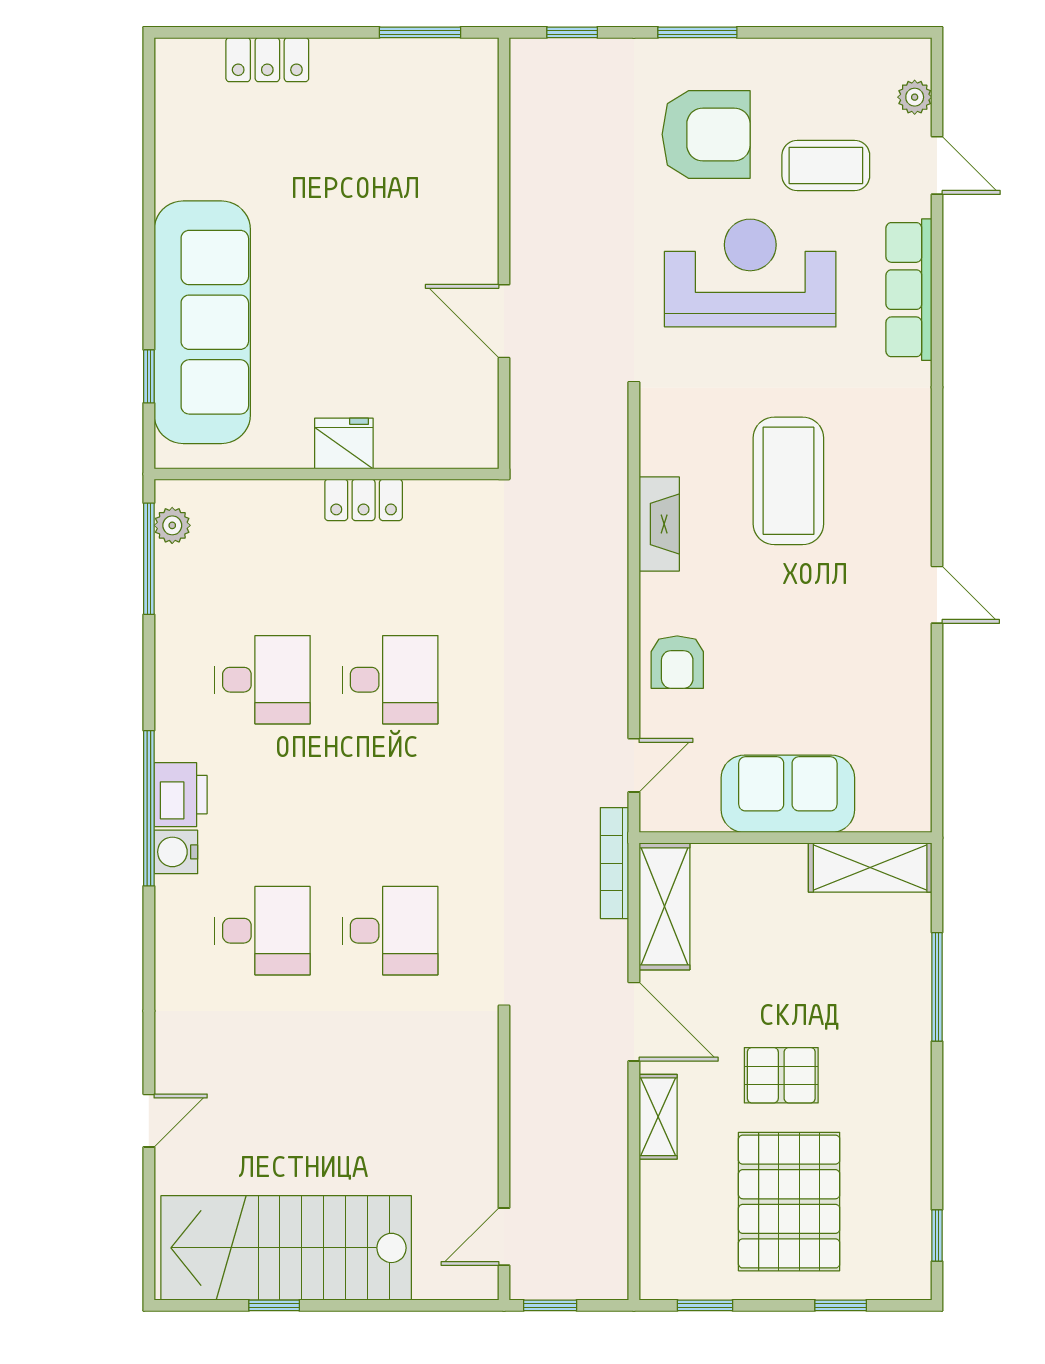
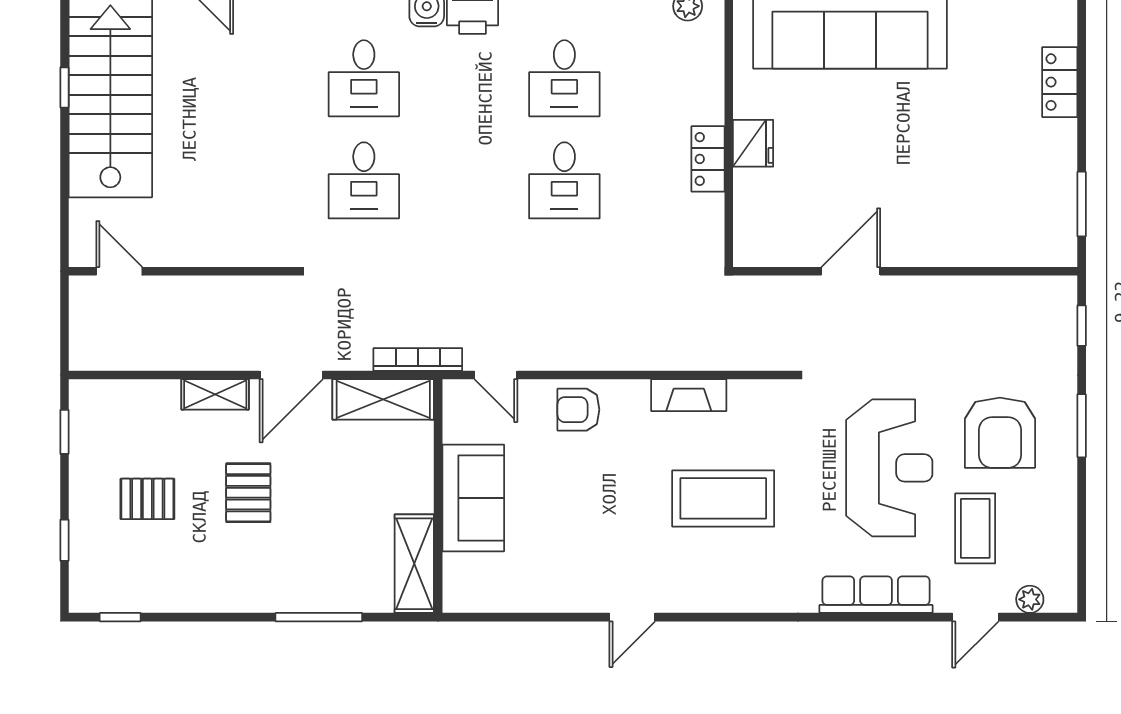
pallet: (789, 1202) -> (147, 499), width x0.49, depth x0.50
window: (550, 1305) -> (64, 308), removed

